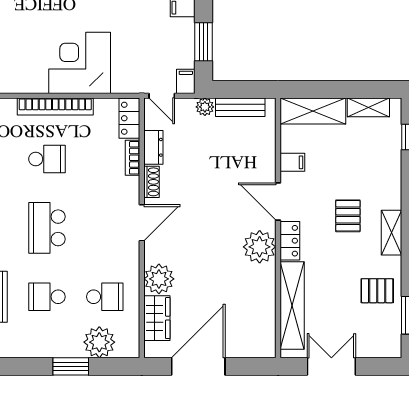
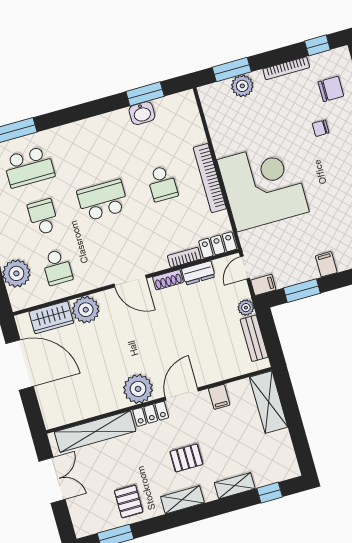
corner desk: (80, 63) -> (263, 186), width x1.36, depth x1.36
shelving: (368, 107) -> (235, 486), moved, turned 90

